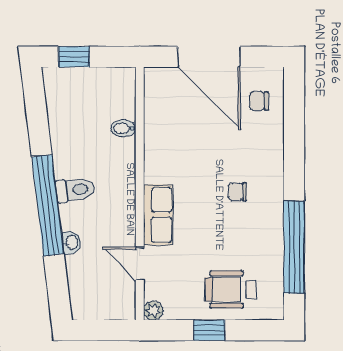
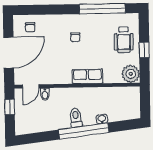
window: (74, 57) -> (10, 107), moved
door: (140, 264) -> (31, 86), moved
plant: (153, 311) -> (131, 74), width x1.88, depth x1.88

